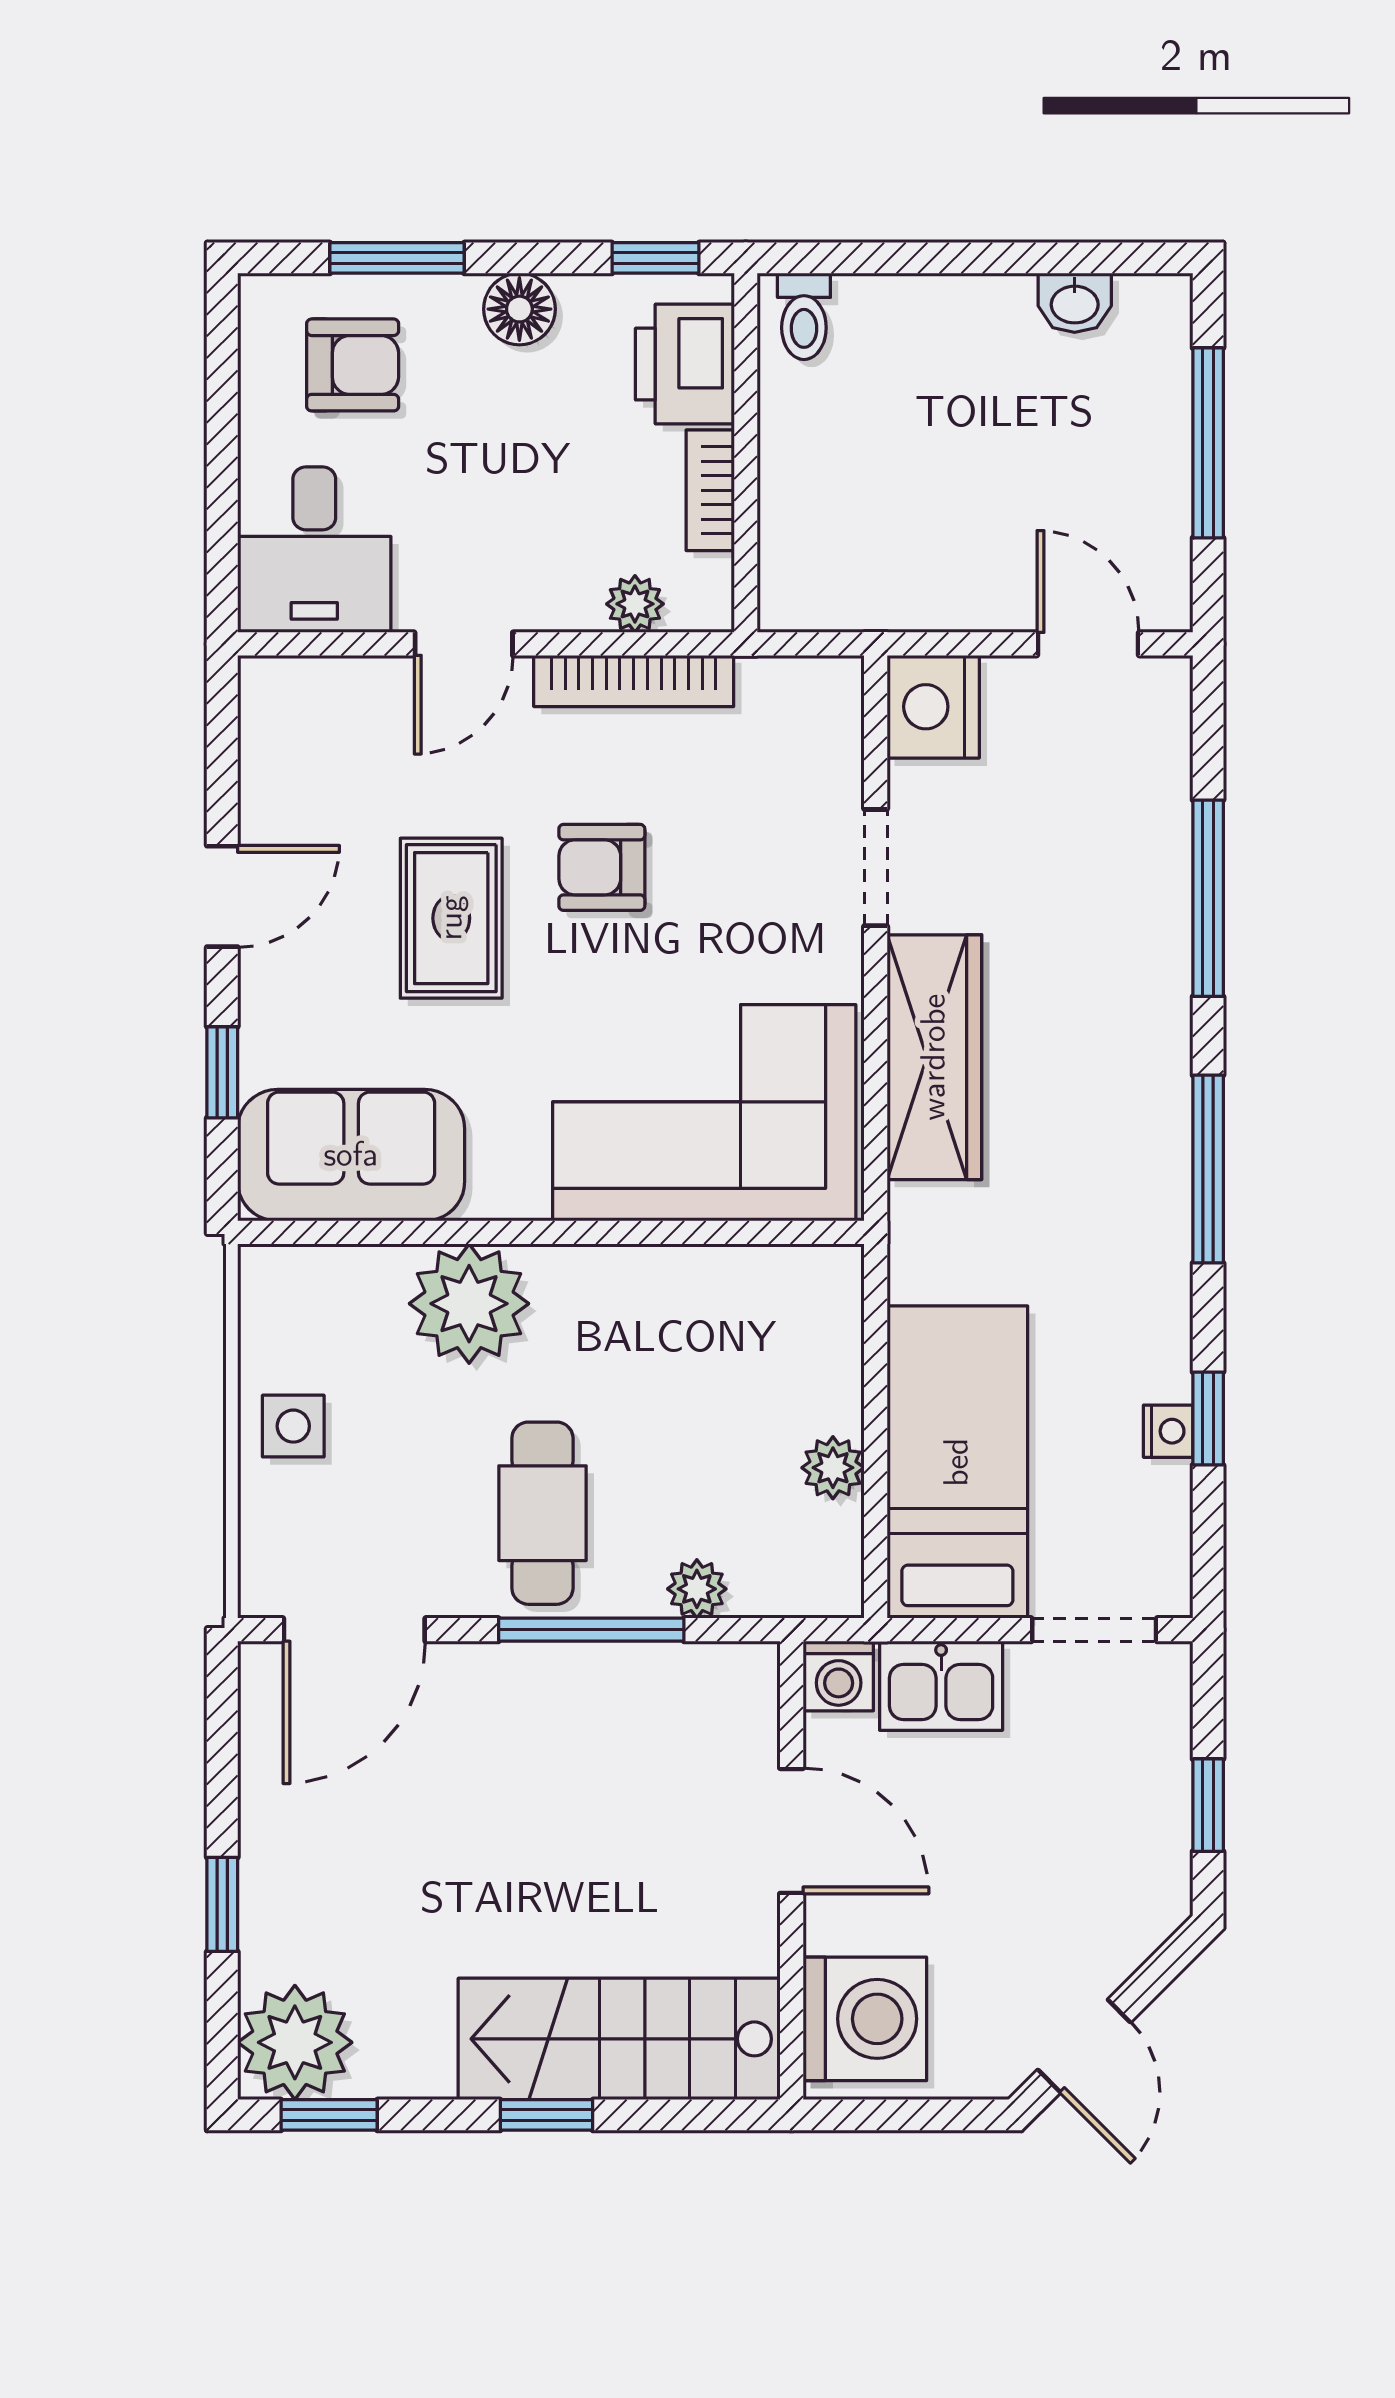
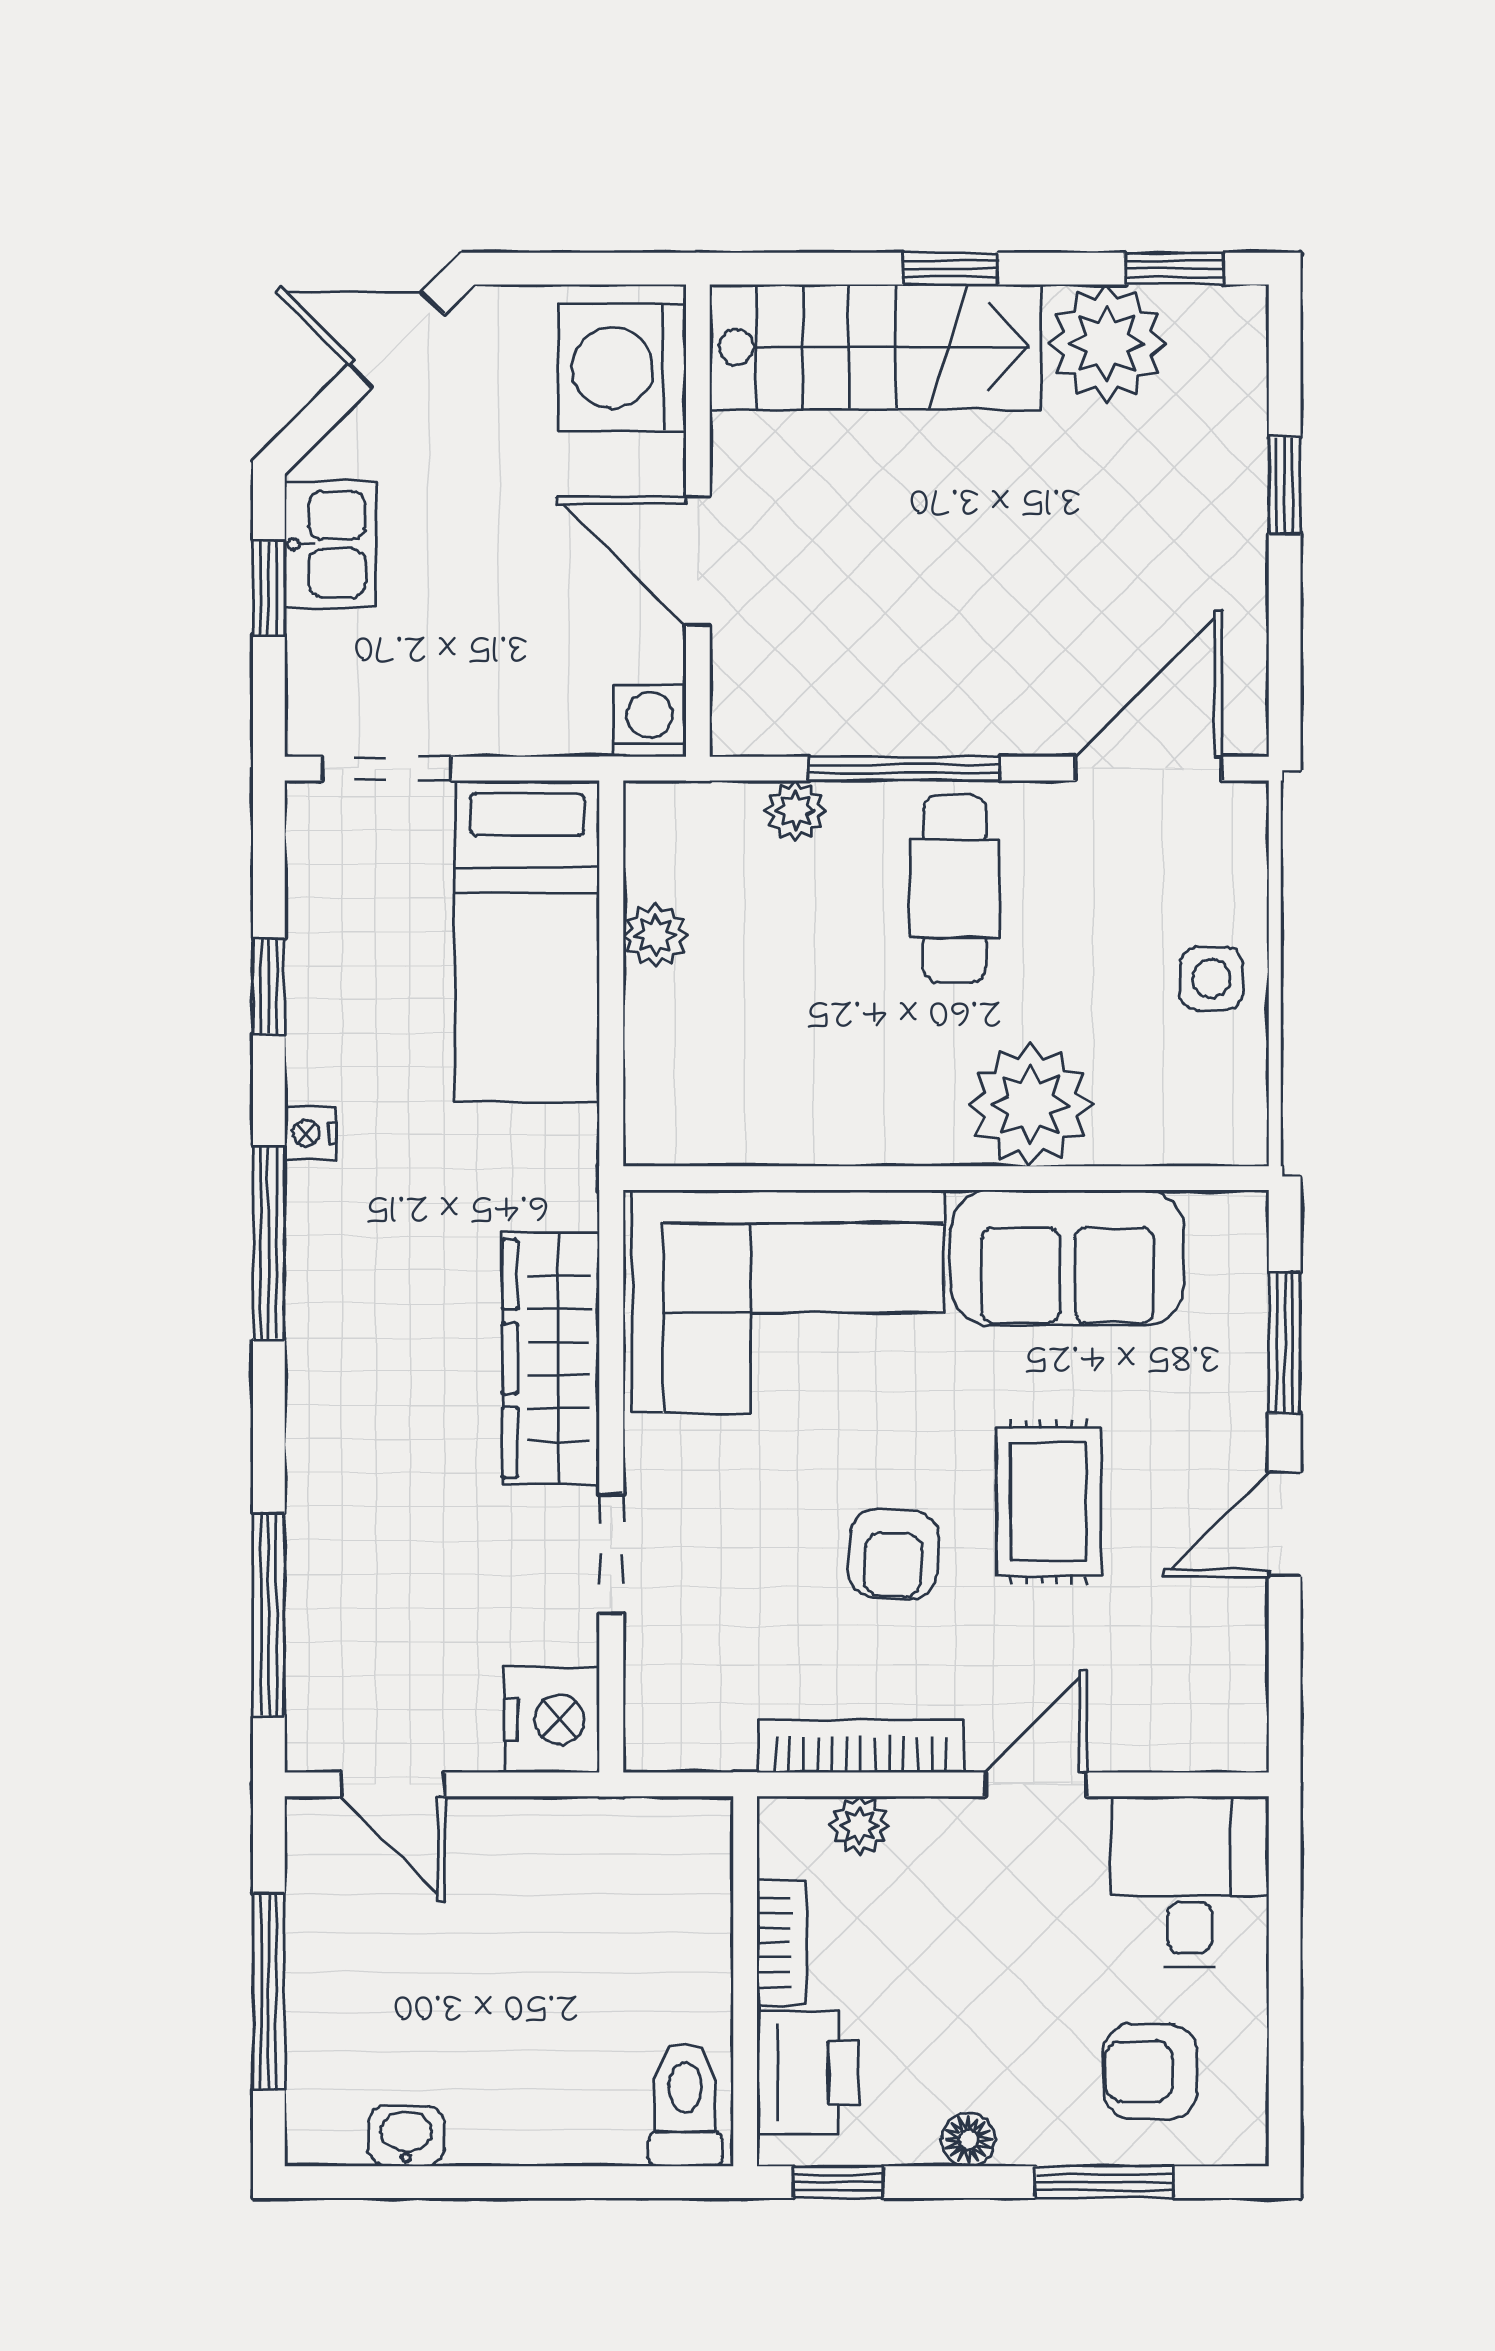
floor lamp: (519, 309) -> (968, 2139), width x0.73, depth x0.73
toilet: (804, 316) -> (685, 2105), width x1.37, depth x1.39
armchair: (602, 867) -> (893, 1554), turned 93
window: (1208, 898) -> (269, 1615), moved
window: (222, 1072) -> (1285, 1343), width x1.50
sofa: (351, 1155) -> (1067, 1258), moved
nightstand: (1168, 1431) -> (310, 1133), moved
kitchen sink: (941, 1686) -> (330, 544), moved, turned 90
plant: (295, 2042) -> (1107, 343), moved
door: (1084, 2046) -> (396, 340), hinge flipped

